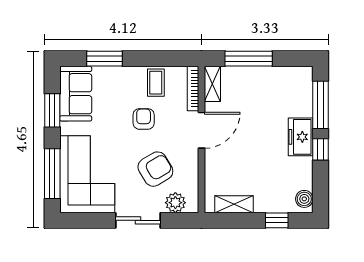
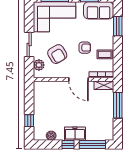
boiler: (304, 199) -> (51, 136), moved
shelving: (234, 204) -> (38, 97), removed

